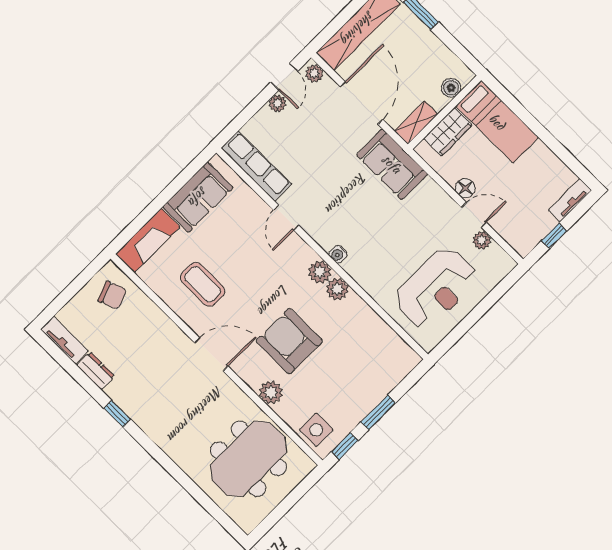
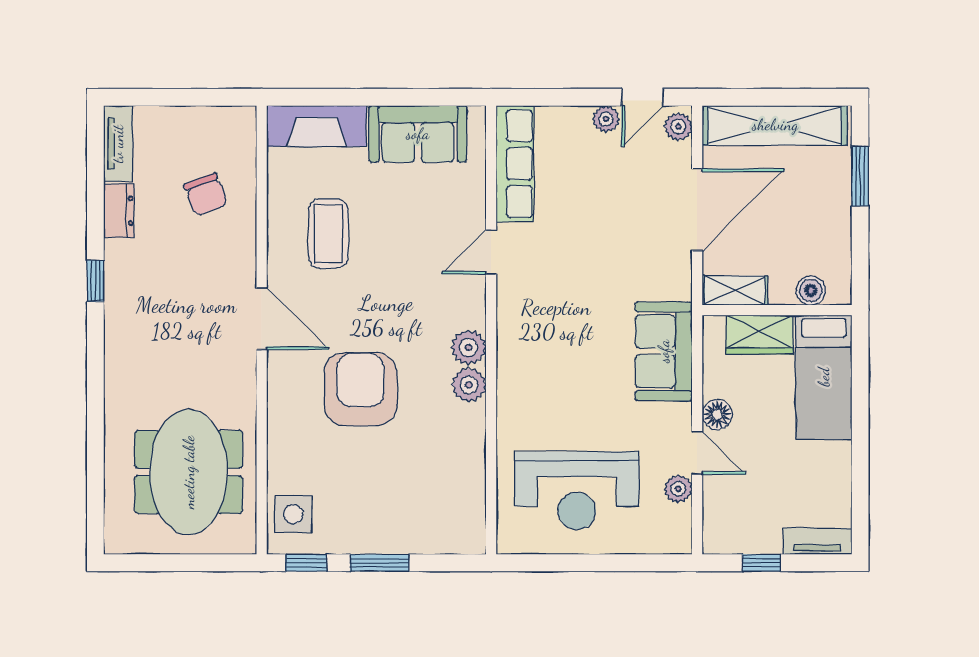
sofa: (392, 164) -> (664, 351), moved
water cooler: (338, 254) -> (508, 348), removed
chair: (112, 295) -> (206, 194), moved
plant: (271, 393) -> (285, 425), removed
meeting table: (248, 459) -> (189, 472), turned 90

